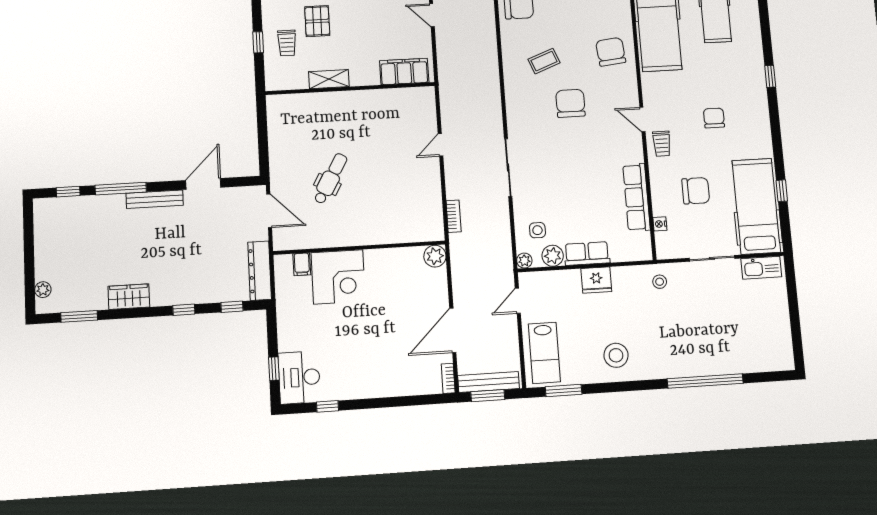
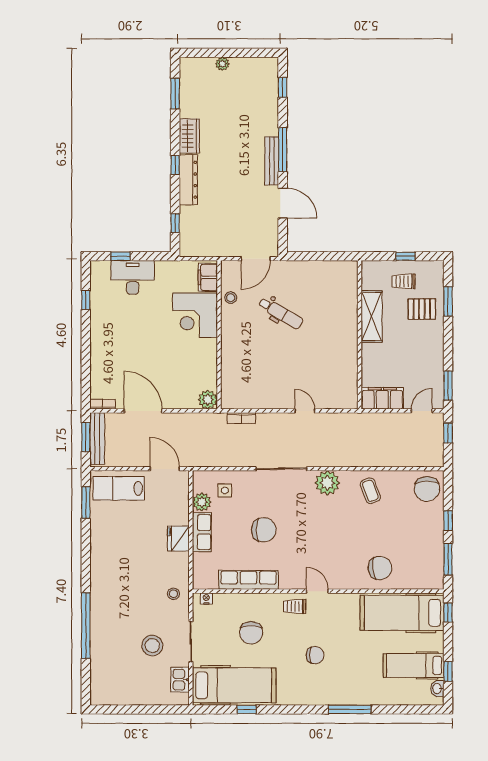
coffee table: (544, 61) -> (370, 491), moved
filing cabinet: (404, 72) -> (382, 398), moved, turned -90
window: (770, 76) -> (350, 709), width x2.17
shelving: (329, 79) -> (372, 317), width x1.50, depth x1.33
chair: (570, 103) -> (264, 530), moved
door: (642, 119) -> (317, 591), hinge flipped
window: (121, 189) -> (283, 150), moved
nightstand: (660, 224) -> (206, 598), moved
stool: (316, 237) -> (231, 298), added
plant: (524, 261) -> (327, 483), moved, width x1.88, depth x1.88
filing cabinet: (302, 264) -> (208, 277), width x2.00
kitchen sink: (761, 268) -> (180, 680), width x0.73
dresser: (260, 271) -> (188, 180), moved, turned 90
plant: (43, 290) -> (222, 64), moved
door: (518, 301) -> (165, 469), width x1.38
window: (184, 310) -> (175, 165), moved
stool: (616, 355) -> (152, 645), moved
desk: (299, 377) -> (133, 277), moved

